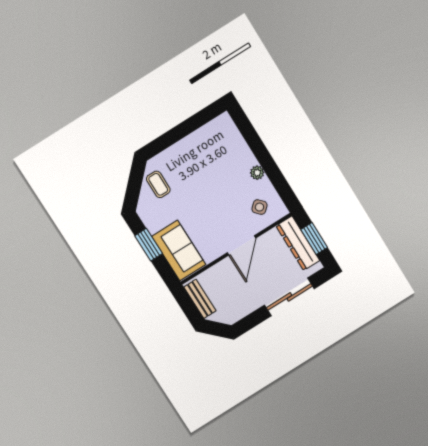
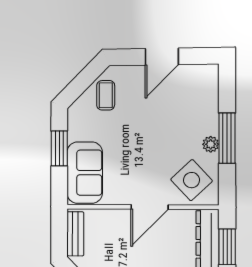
door: (182, 130) -> (162, 57), added
window: (266, 161) -> (227, 138), added
side table: (259, 207) -> (191, 180), width x1.87, depth x1.87

